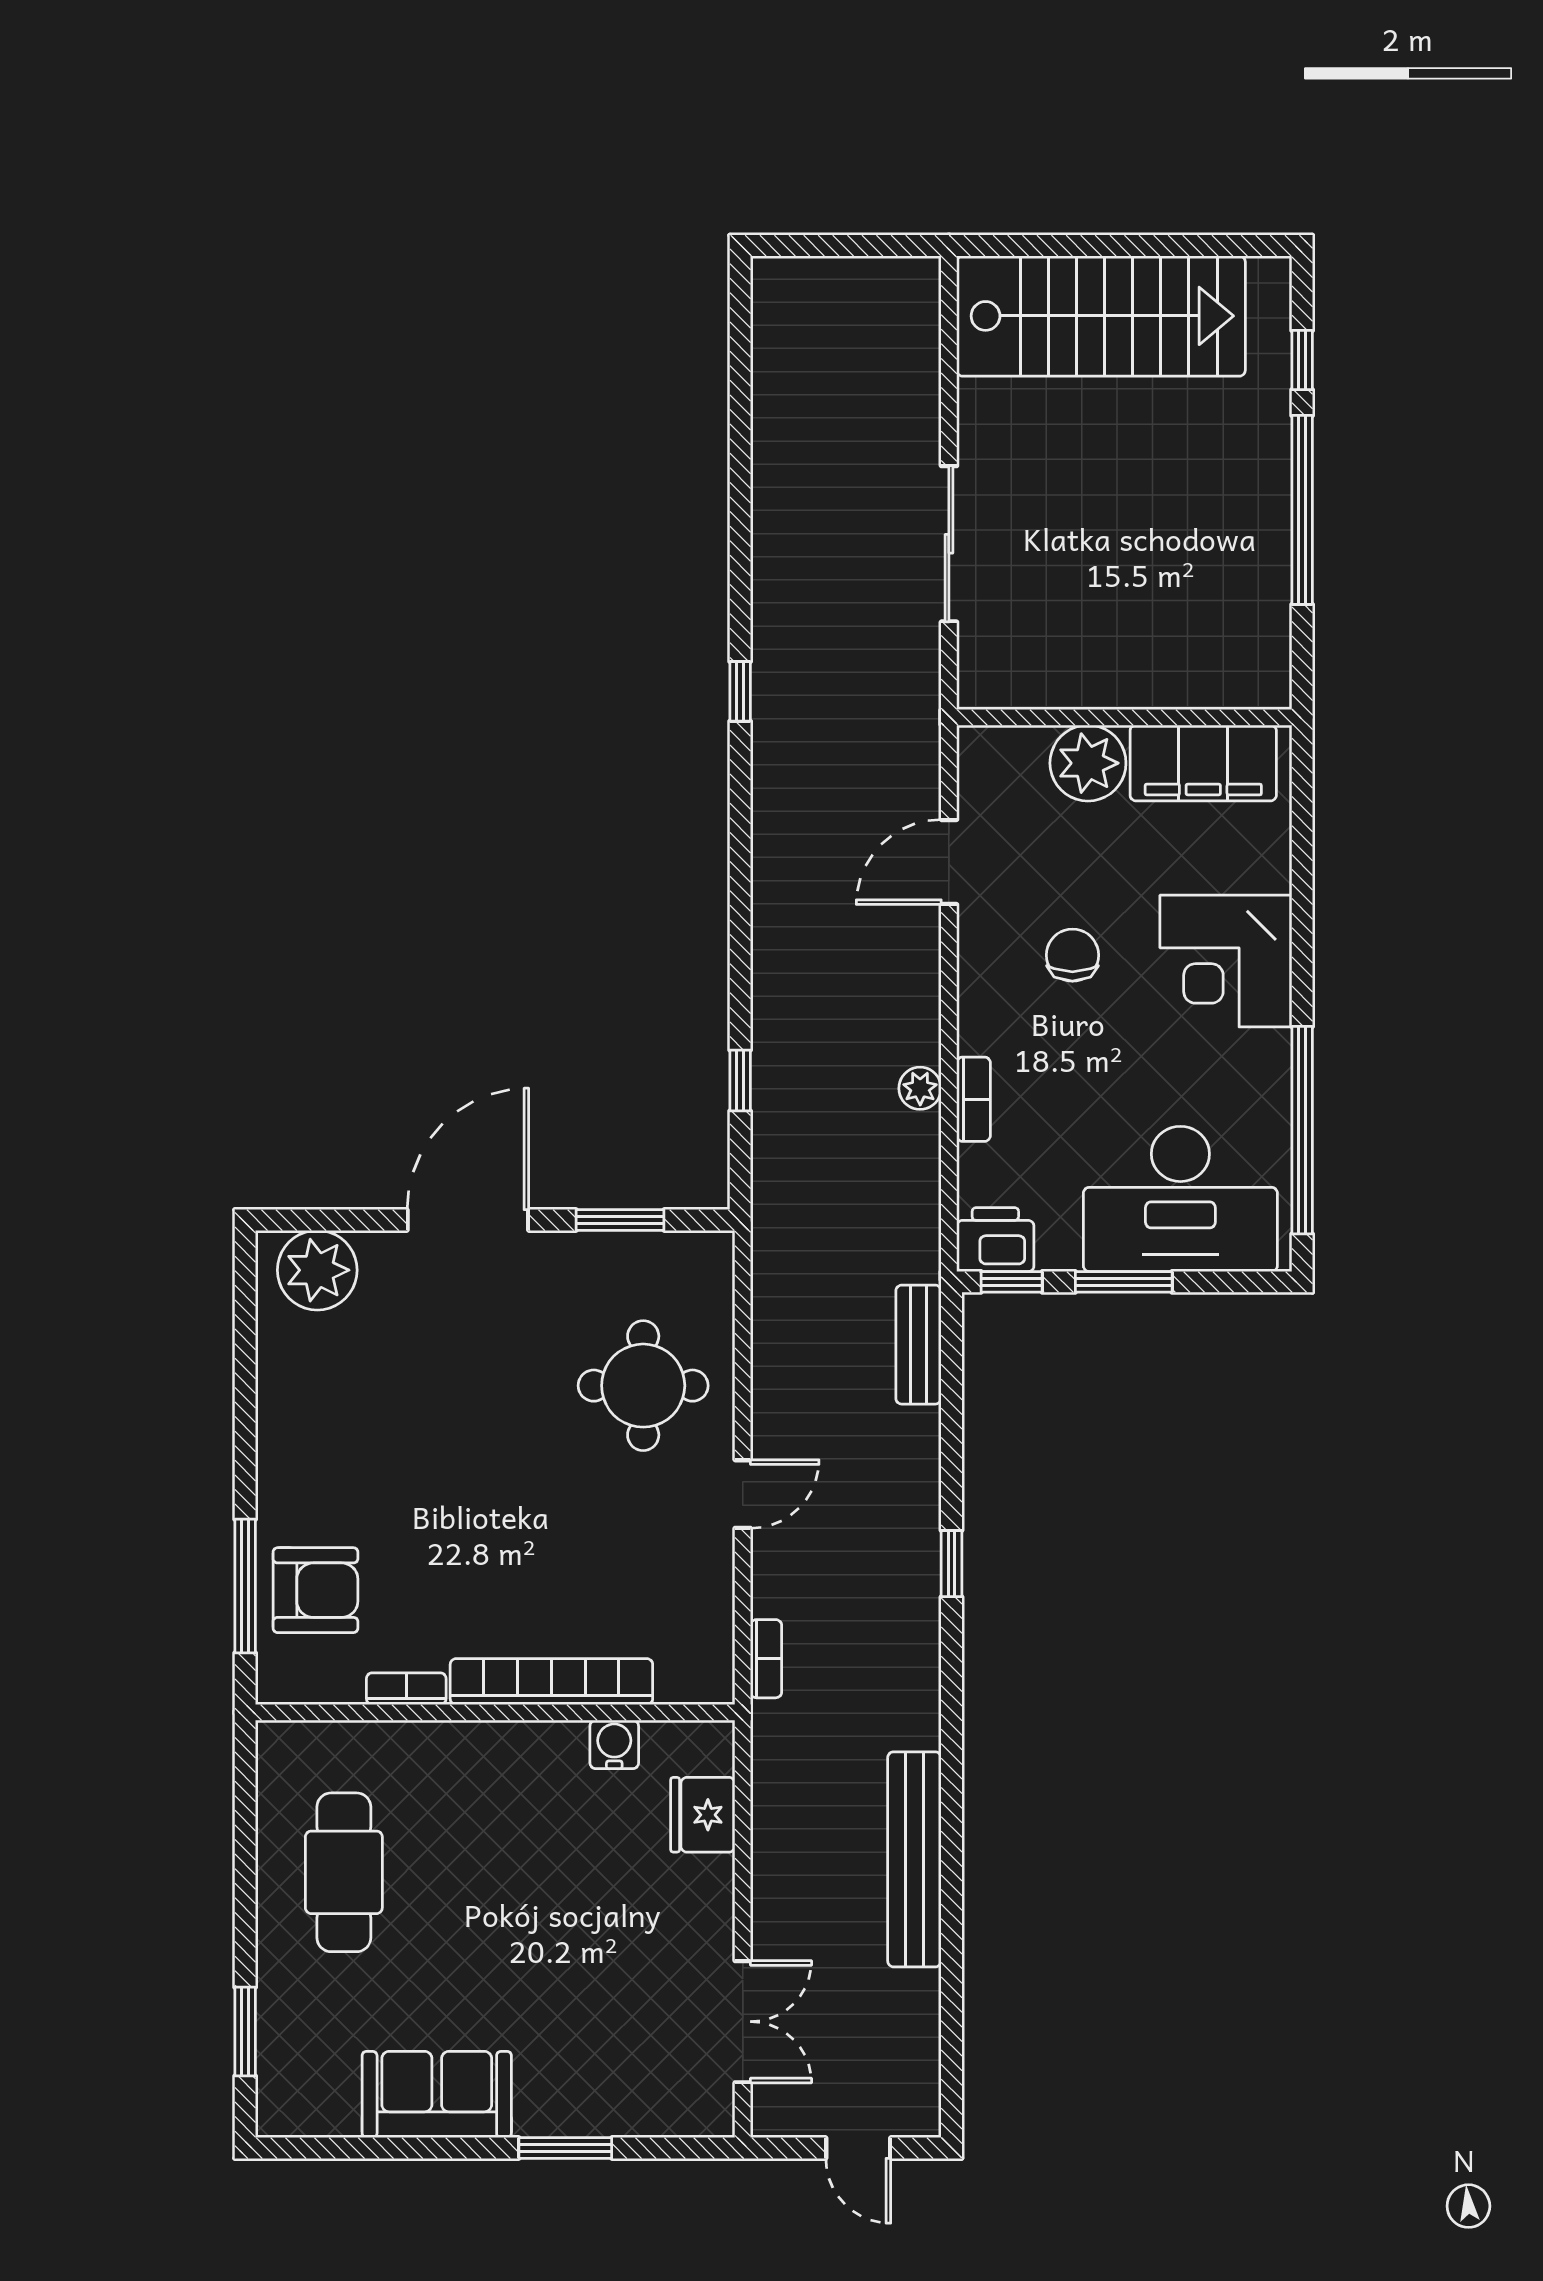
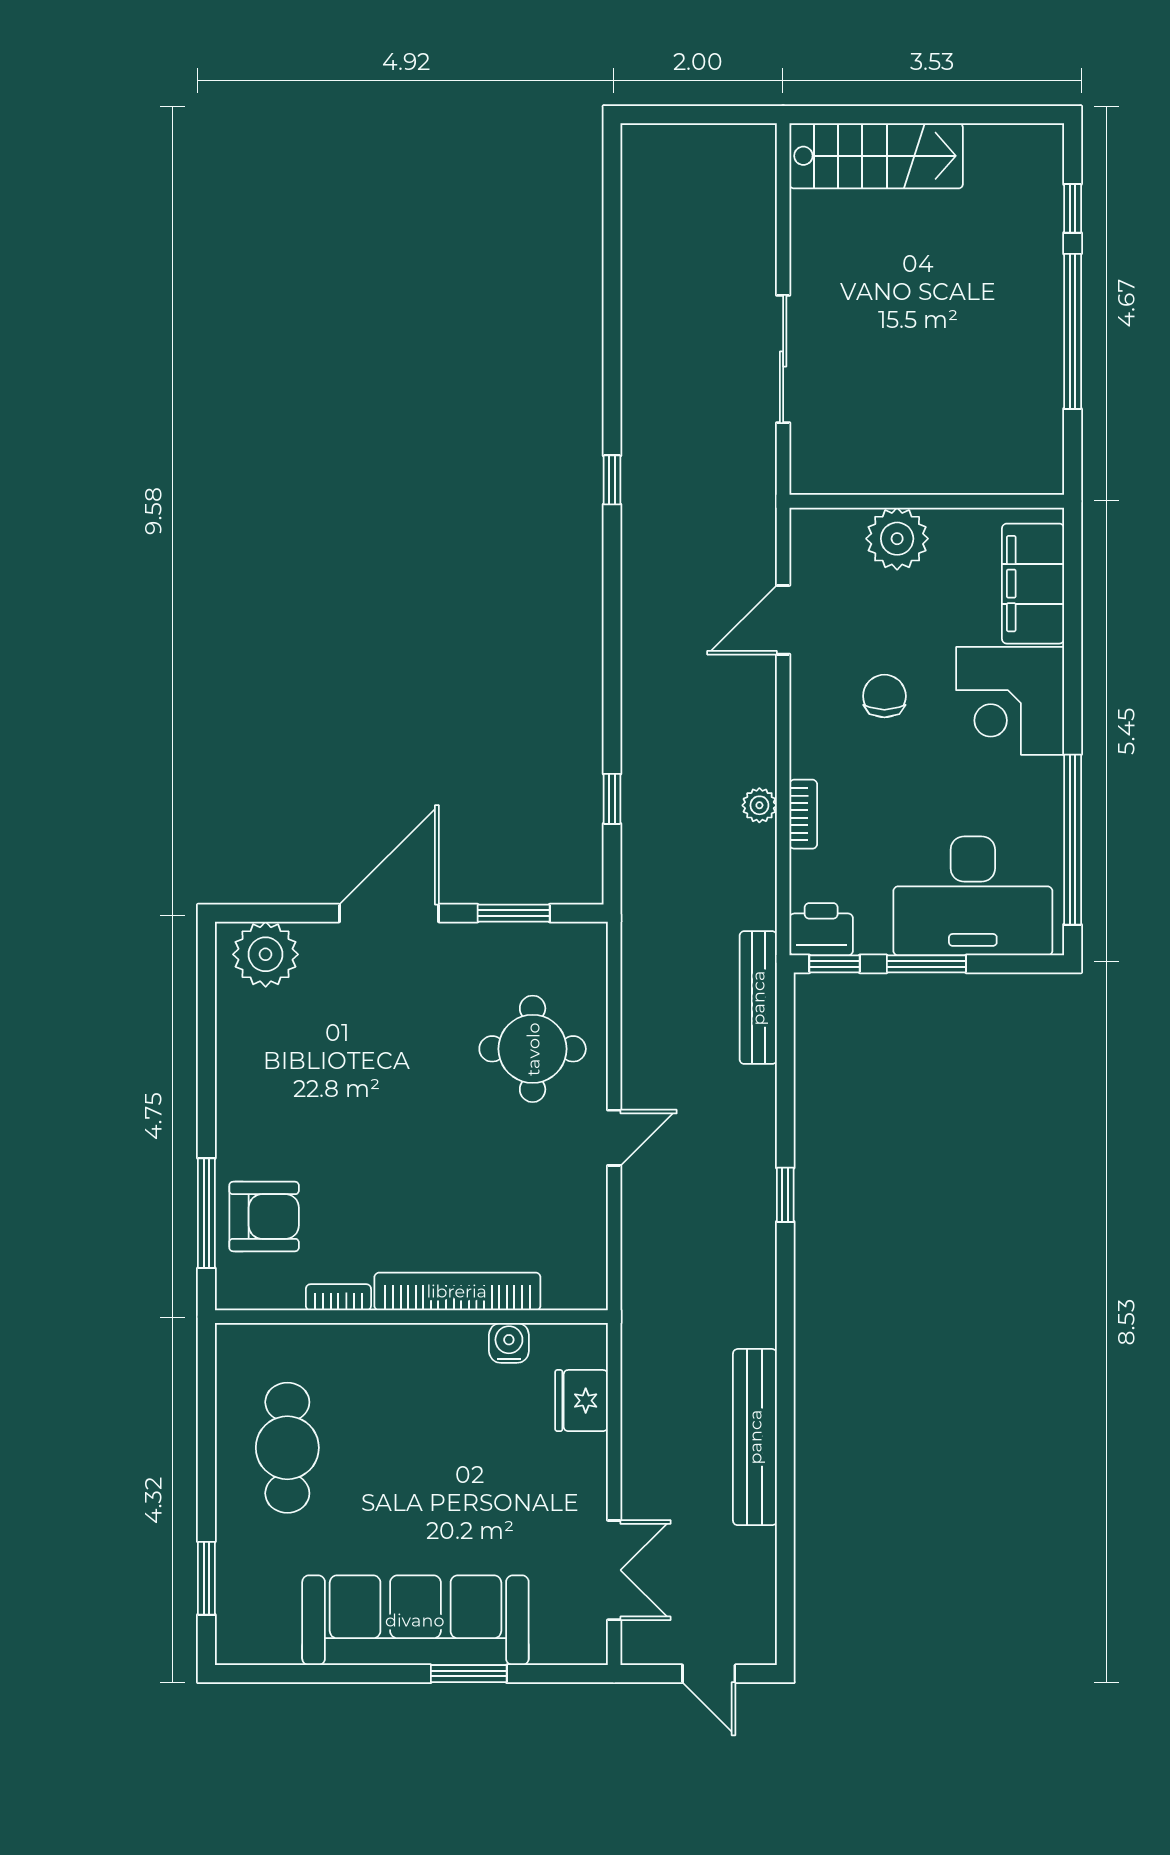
stairs: (1101, 316) -> (876, 156), width x0.73, depth x0.66
filing cabinet: (1203, 763) -> (1033, 584), moved, turned 90
bench: (918, 1345) -> (758, 998), width x1.36
bookcase: (766, 1659) -> (633, 1273), removed
sofa: (437, 2095) -> (415, 1620), width x1.85, depth x1.27

